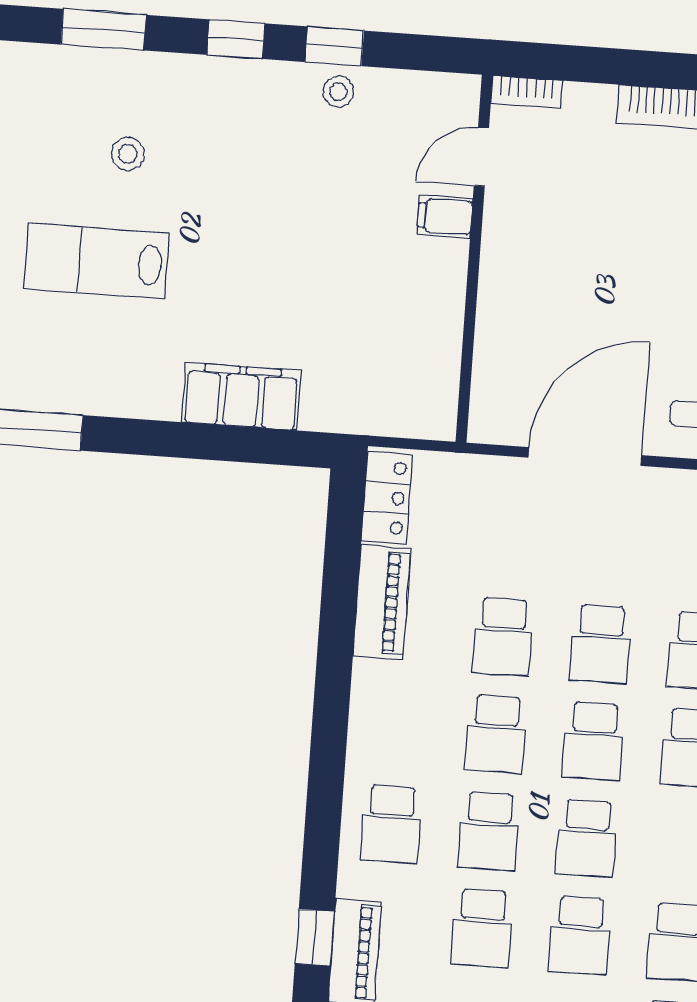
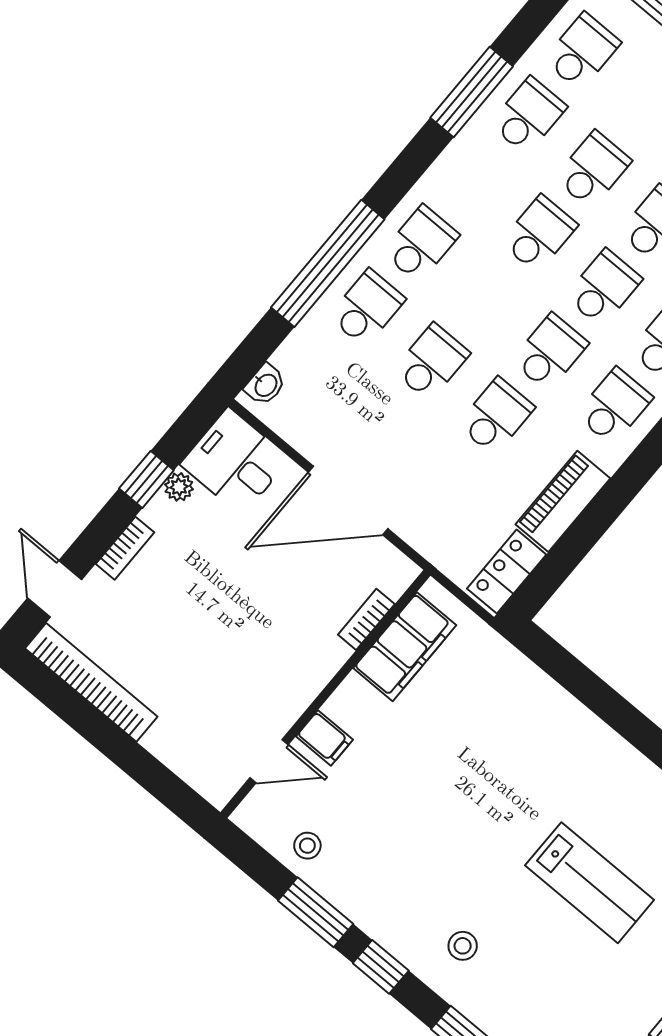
window: (334, 46) -> (316, 912), width x1.50
stool: (338, 92) -> (307, 846), moved
bookcase: (526, 92) -> (366, 619), moved, turned -90
stool: (128, 154) -> (463, 946), moved
filing cabinet: (241, 396) -> (405, 647), moved, turned -90
school desk: (594, 741) -> (614, 406), moved

